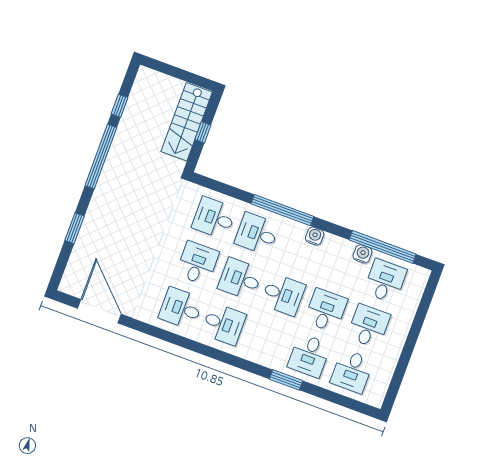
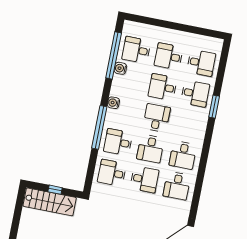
desk: (214, 218) -> (112, 173), turned 90
desk: (257, 234) -> (118, 142), turned 90
desk: (197, 263) -> (144, 179), turned 180
desk: (224, 324) -> (183, 155), turned 180

